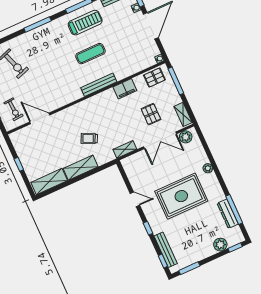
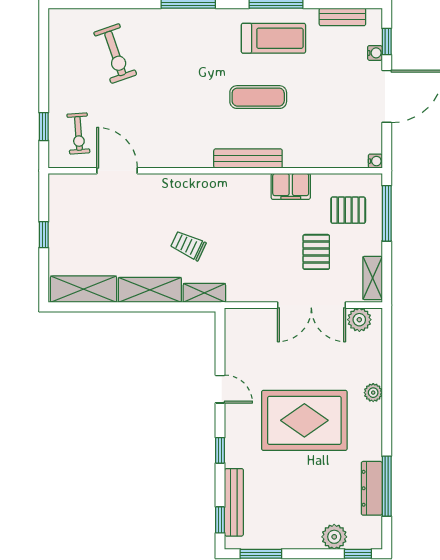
pallet: (154, 78) -> (348, 210), moved
shelving: (125, 149) -> (204, 293), moved

